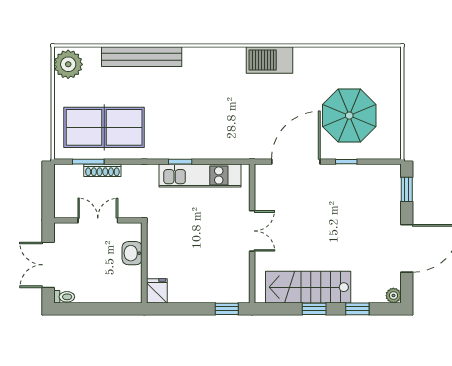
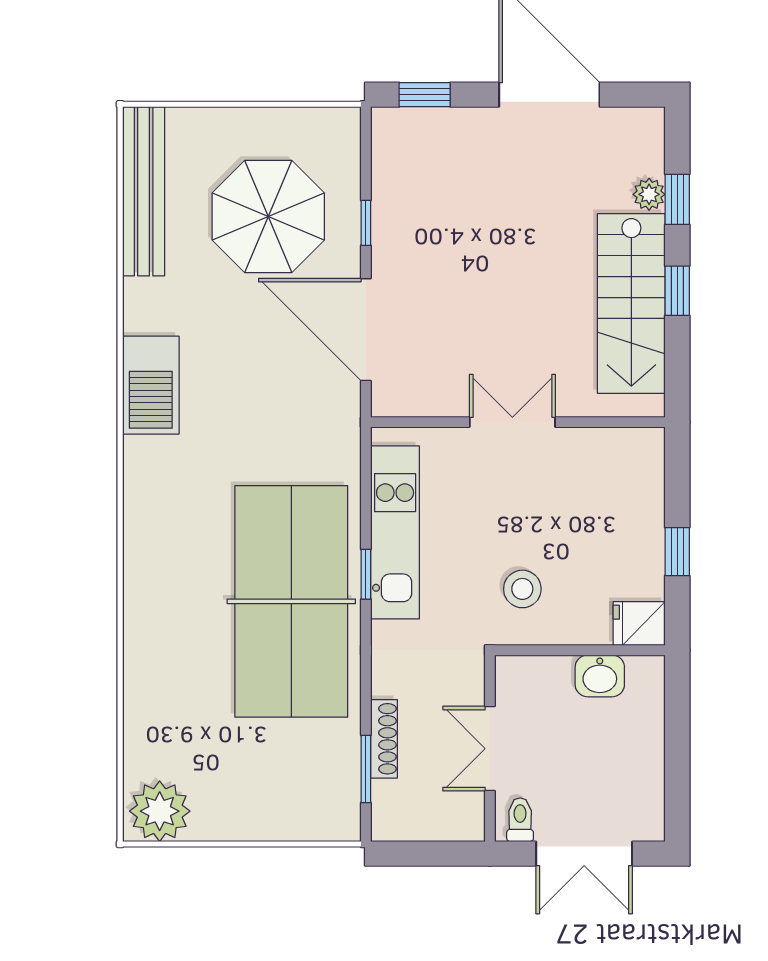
bench: (142, 57) -> (144, 191), moved
table tennis table: (104, 127) -> (291, 601), moved, width x1.36, depth x1.32
stool: (173, 236) -> (522, 589), added
washbasin: (132, 253) -> (600, 676), moved
plant: (393, 296) -> (649, 194), moved
toilet: (64, 297) -> (520, 820), moved
window: (227, 309) -> (677, 552), moved

